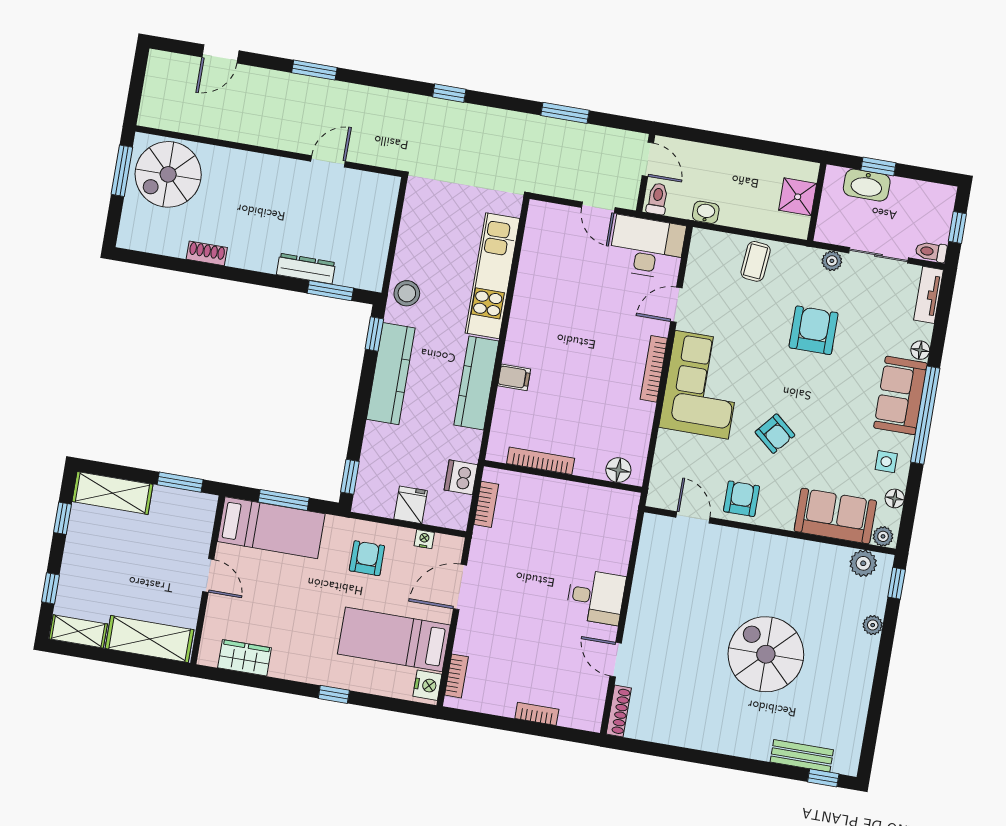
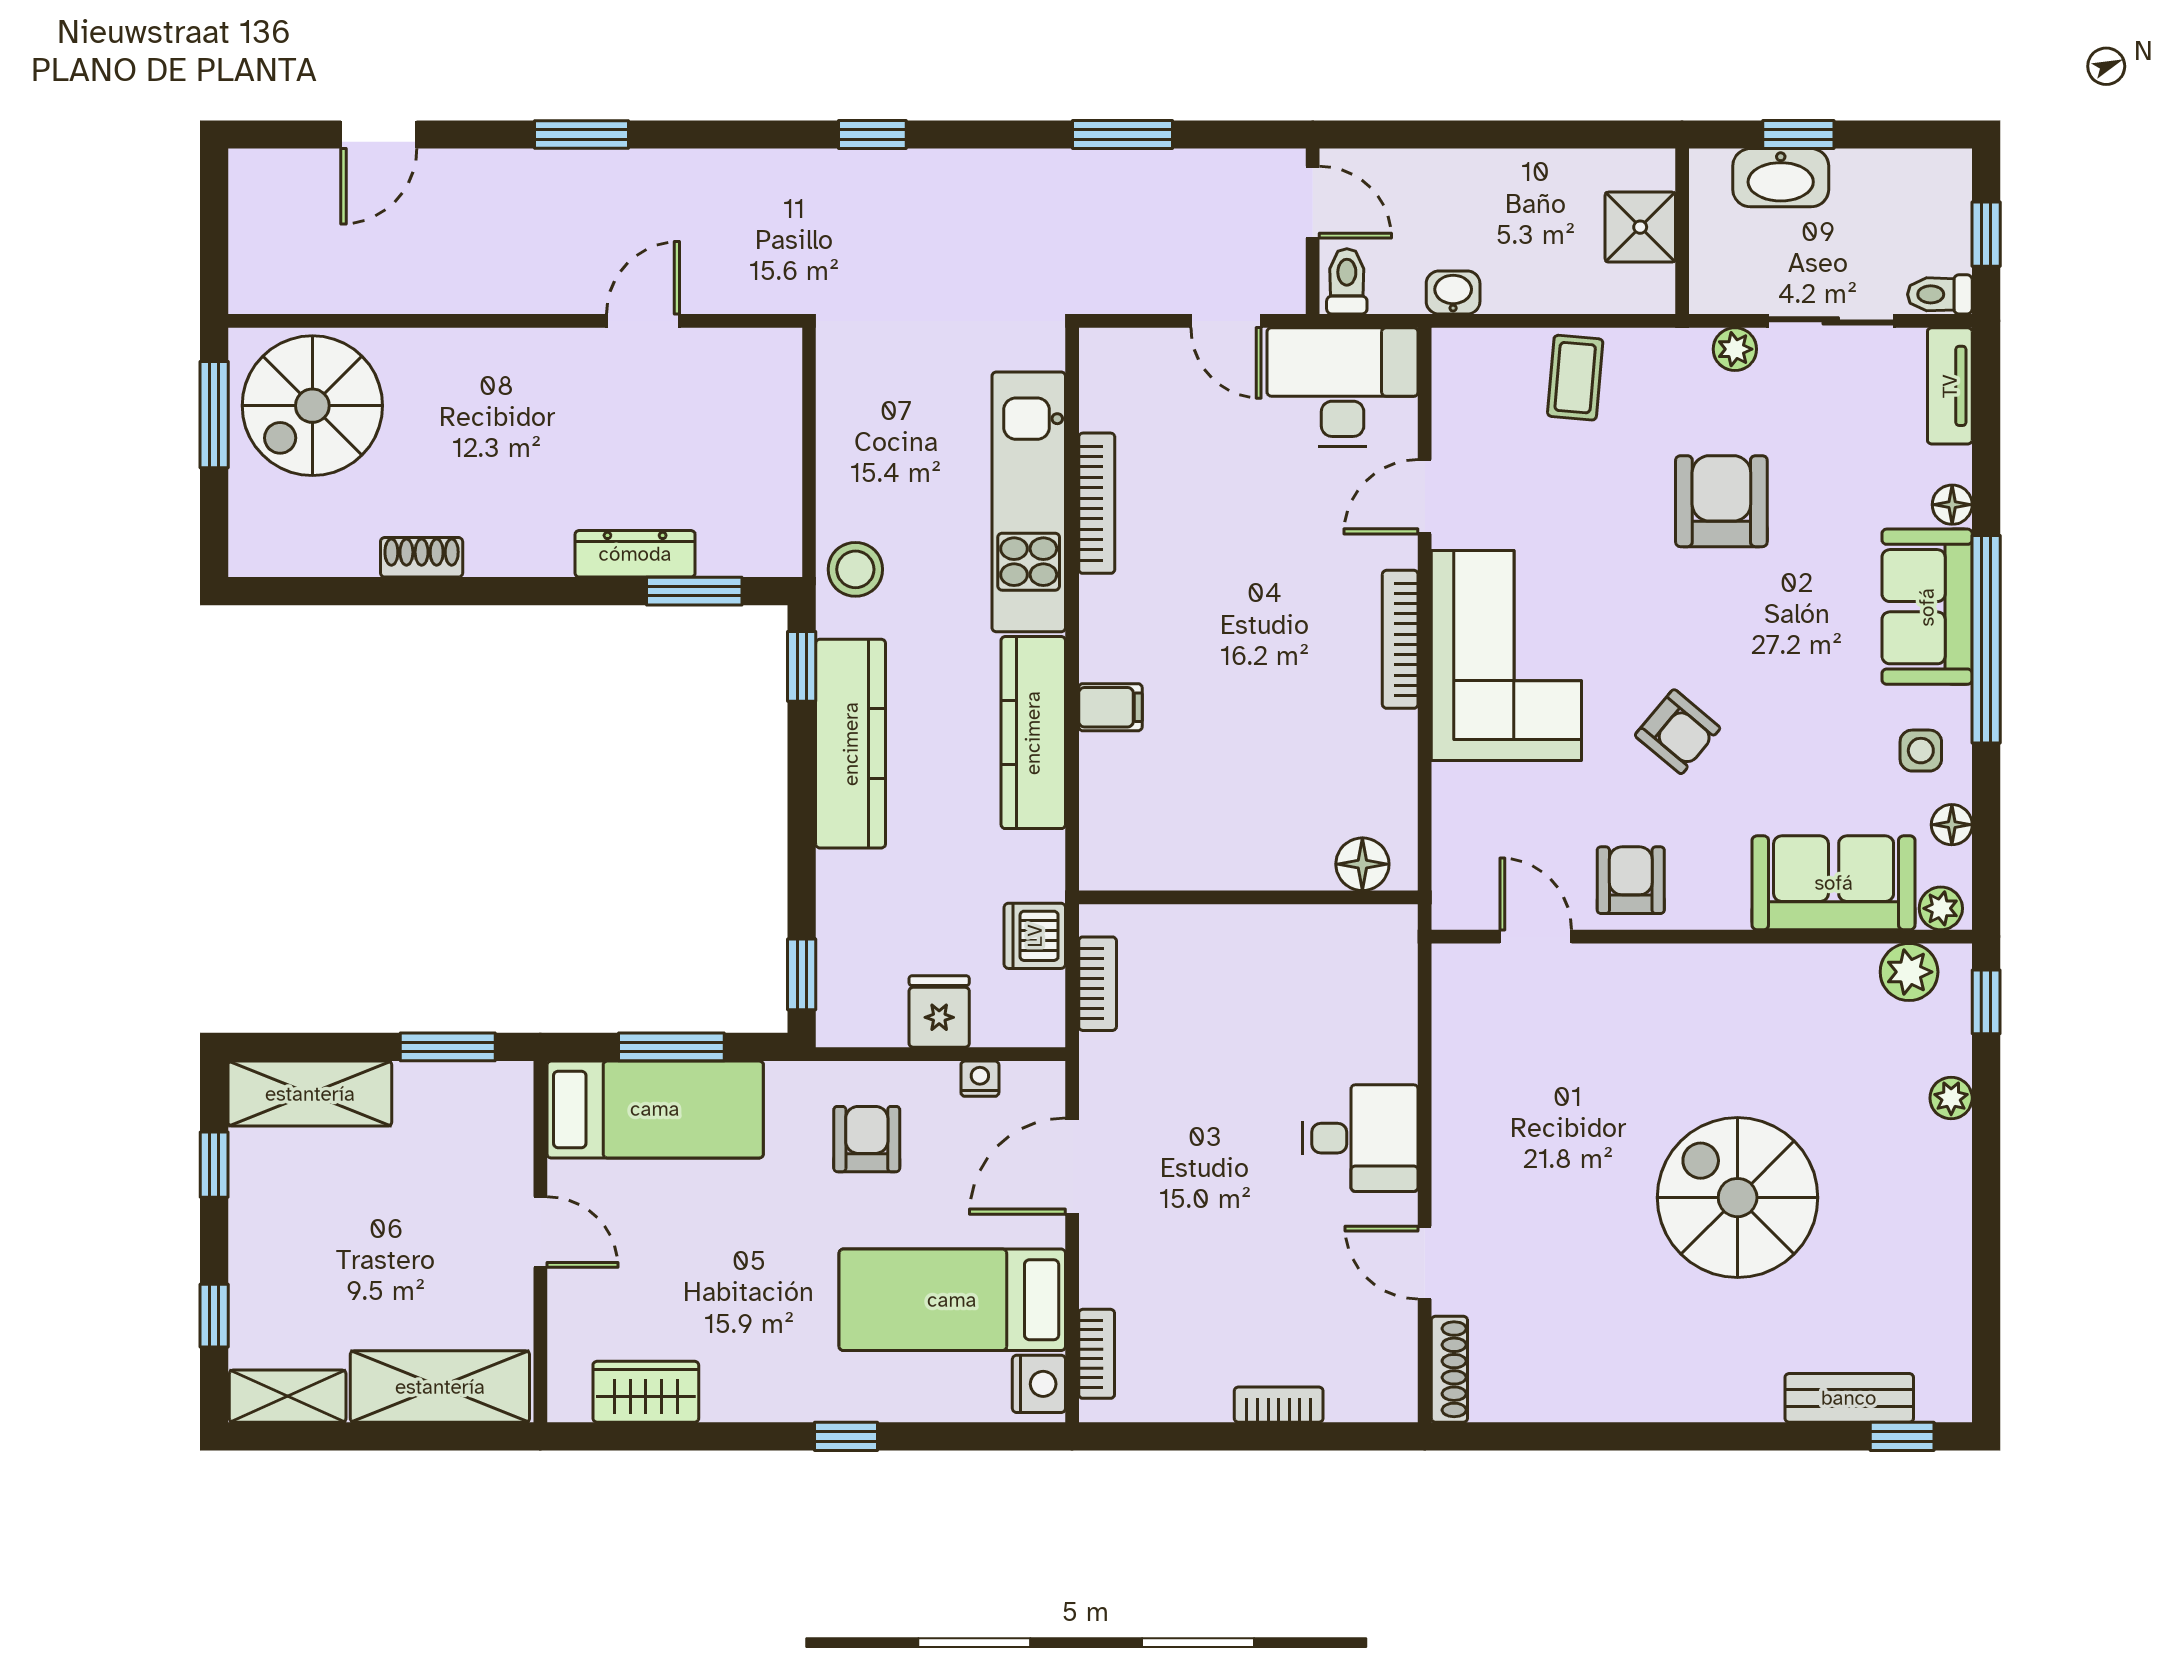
bookcase: (541, 461) -> (1097, 503), moved, turned 90

